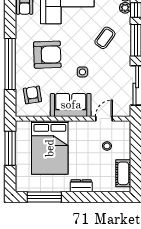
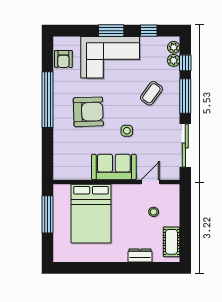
window: (10, 64) -> (47, 100), moved
armchair: (32, 95) -> (72, 156), removed
dresser: (81, 186) -> (140, 255), moved
window: (44, 197) -> (85, 268), removed

